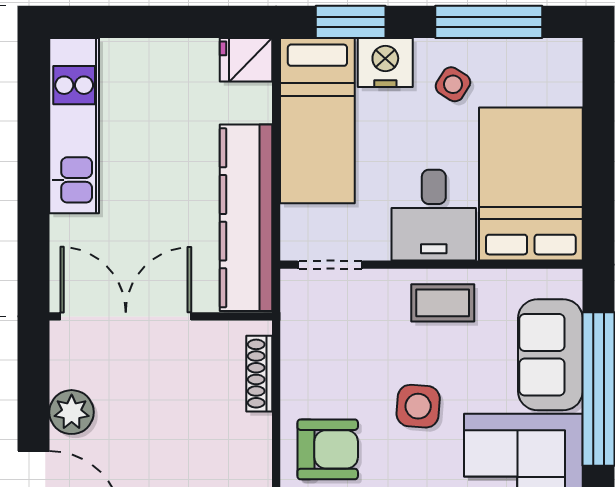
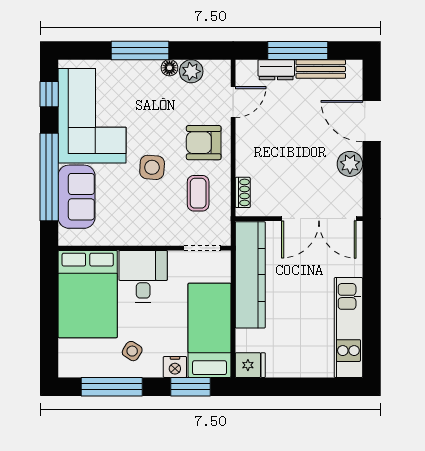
nightstand: (385, 62) -> (175, 367), width x0.74, depth x0.75
coffee table: (443, 303) -> (198, 193), moved, turned 90
shoe rack: (259, 374) -> (243, 192), width x0.70

